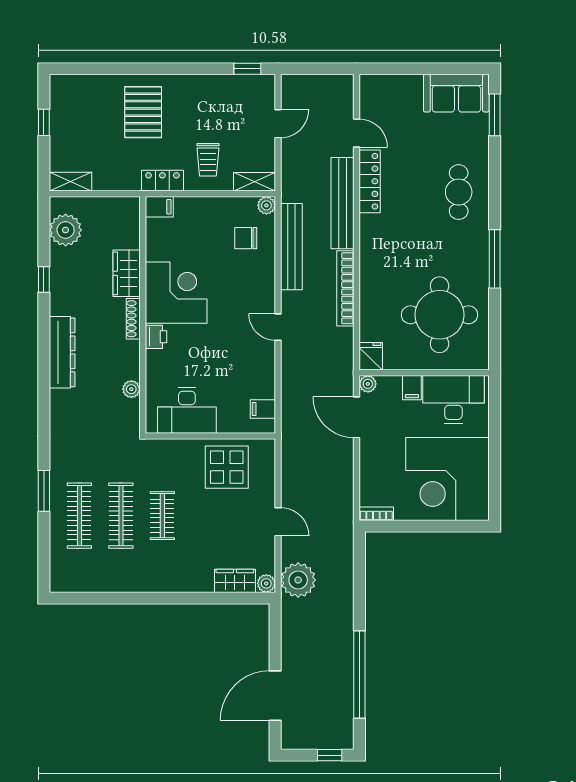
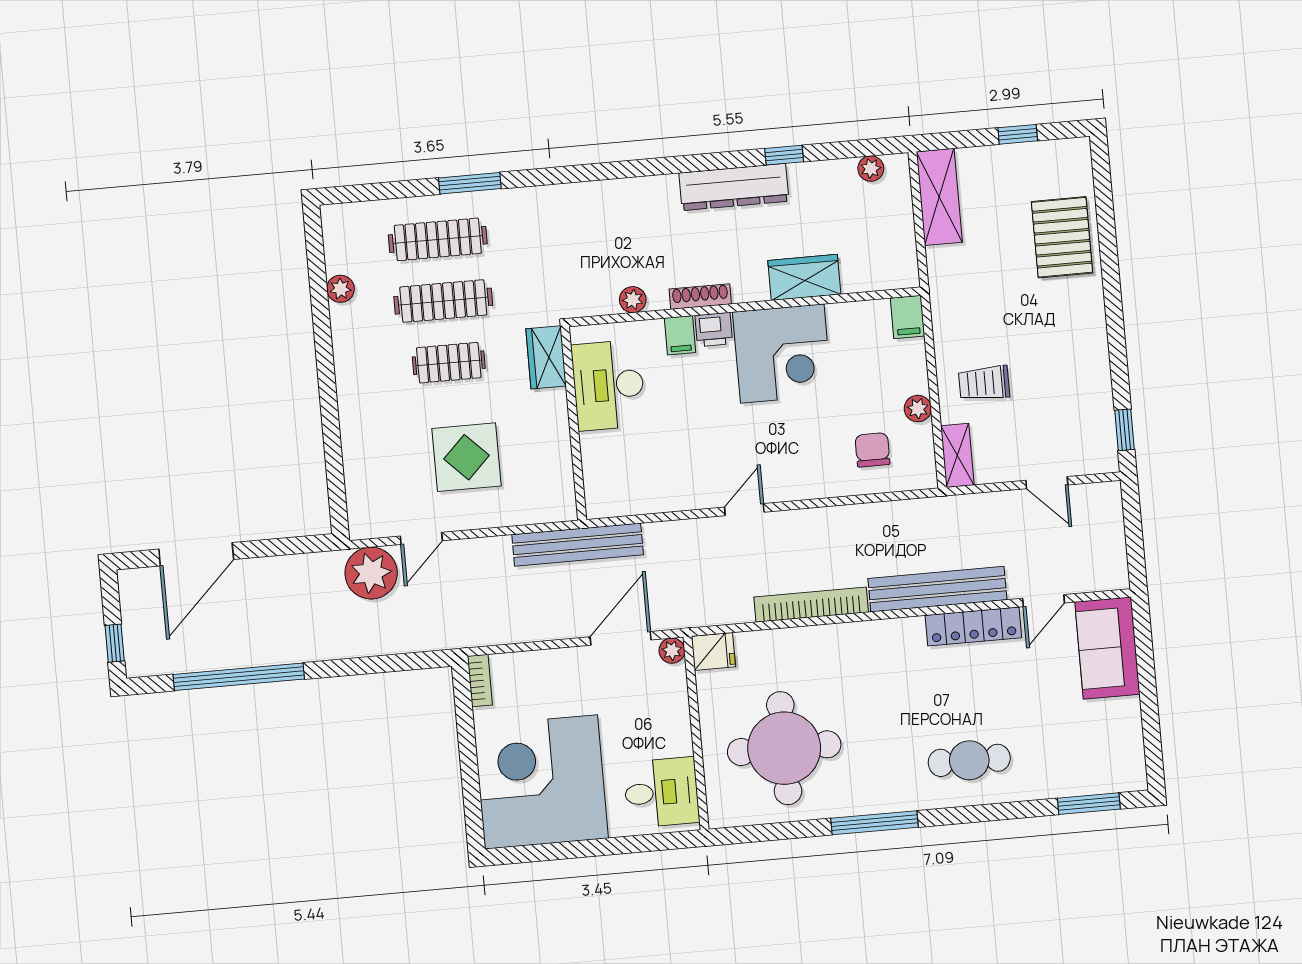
sofa: (456, 93) -> (1107, 648), moved
pallet: (143, 112) -> (1062, 237), moved, turned 90
locker: (162, 181) -> (947, 318), removed
shelving: (70, 182) -> (939, 197), width x1.50, depth x1.33
plant: (266, 205) -> (918, 409), moved
plant: (66, 230) -> (871, 169), width x0.53, depth x0.53
bench: (291, 247) -> (578, 545), moved
shoe rack: (133, 319) -> (700, 297), moved
dresser: (62, 352) -> (734, 187), moved
filing cabinet: (412, 388) -> (672, 717), removed
desk: (453, 399) -> (661, 792), width x0.73
filing cabinet: (263, 409) -> (680, 335), moved, turned 180
display table: (227, 467) -> (467, 457), moved
door: (278, 522) -> (421, 538), moved
wardrobe: (235, 581) -> (546, 357), moved, turned 180
plant: (266, 583) -> (340, 289), moved
door: (275, 696) -> (196, 554), swing flipped

